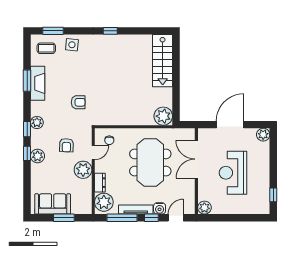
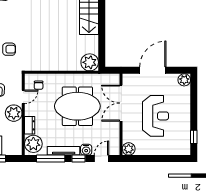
meeting table: (150, 163) -> (77, 106), turned 90
reception desk: (233, 173) -> (156, 116), turned 180

